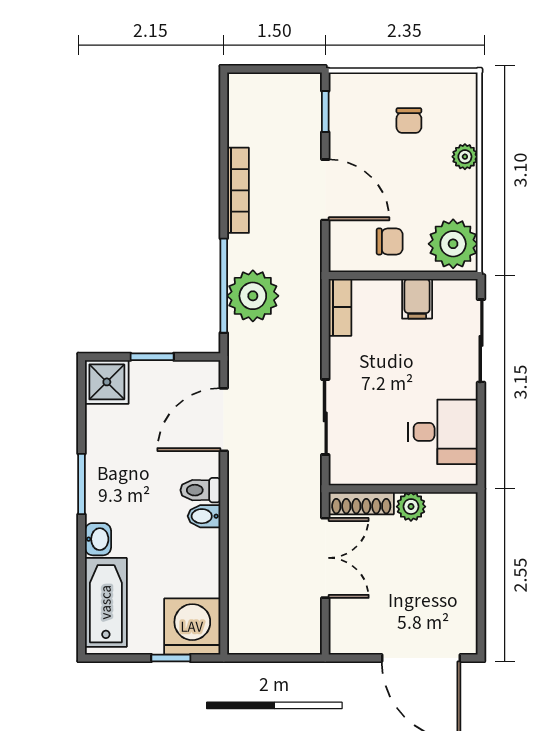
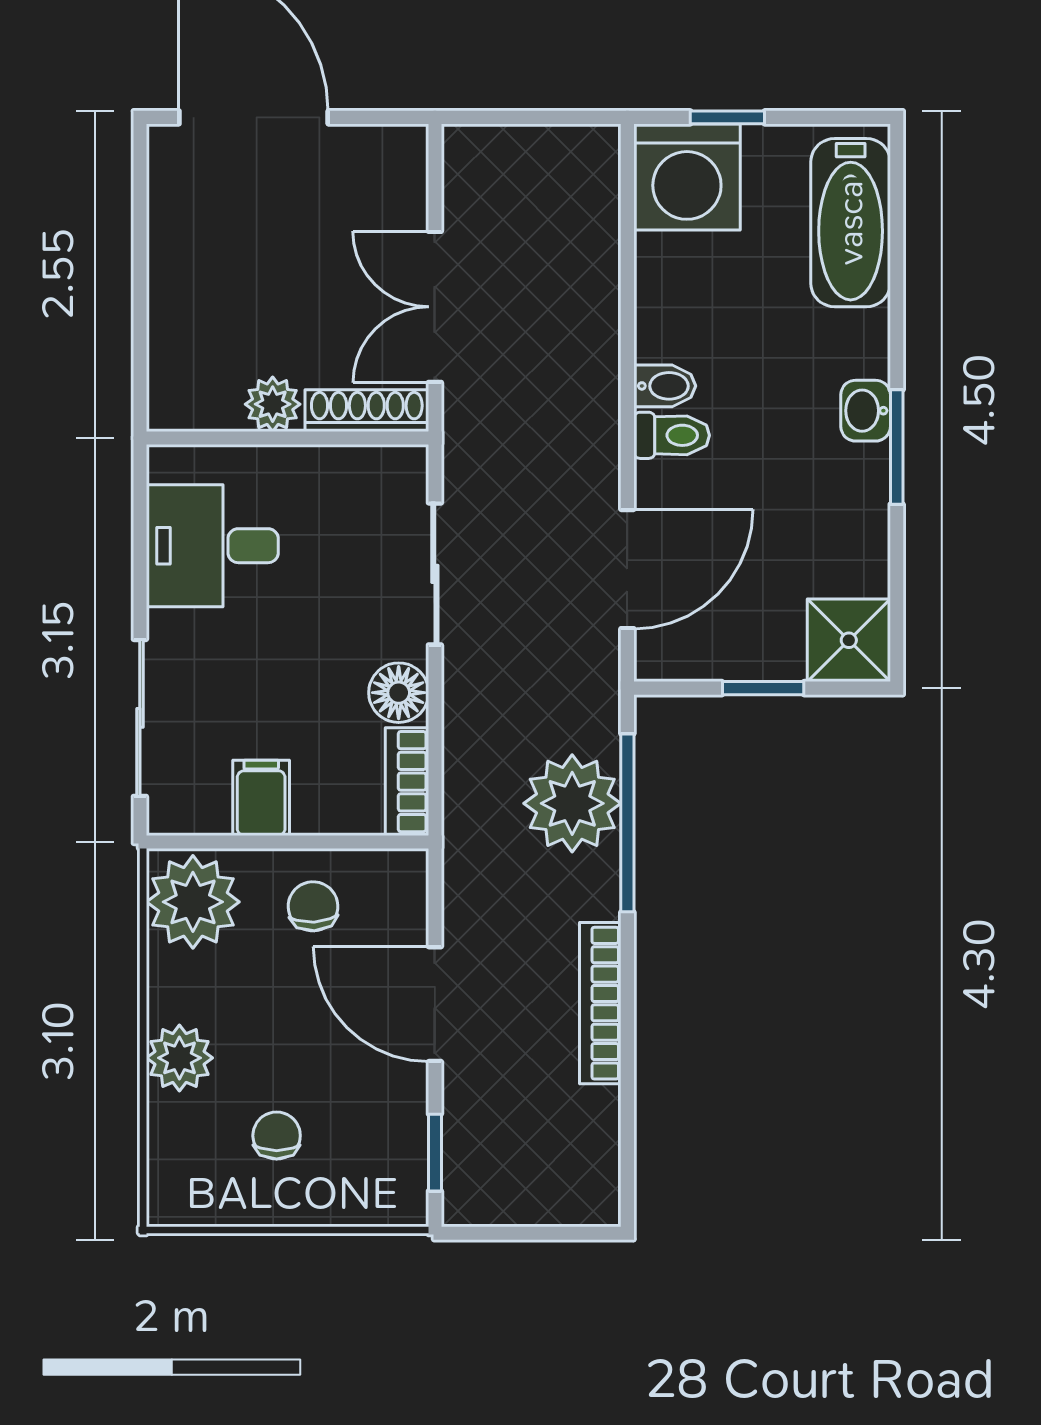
plant: (465, 157) -> (179, 1058), width x1.38, depth x1.38
chair: (390, 241) -> (313, 906), turned 87
floor lamp: (344, 354) -> (399, 693), added
washbasin: (98, 539) -> (866, 411), moved

